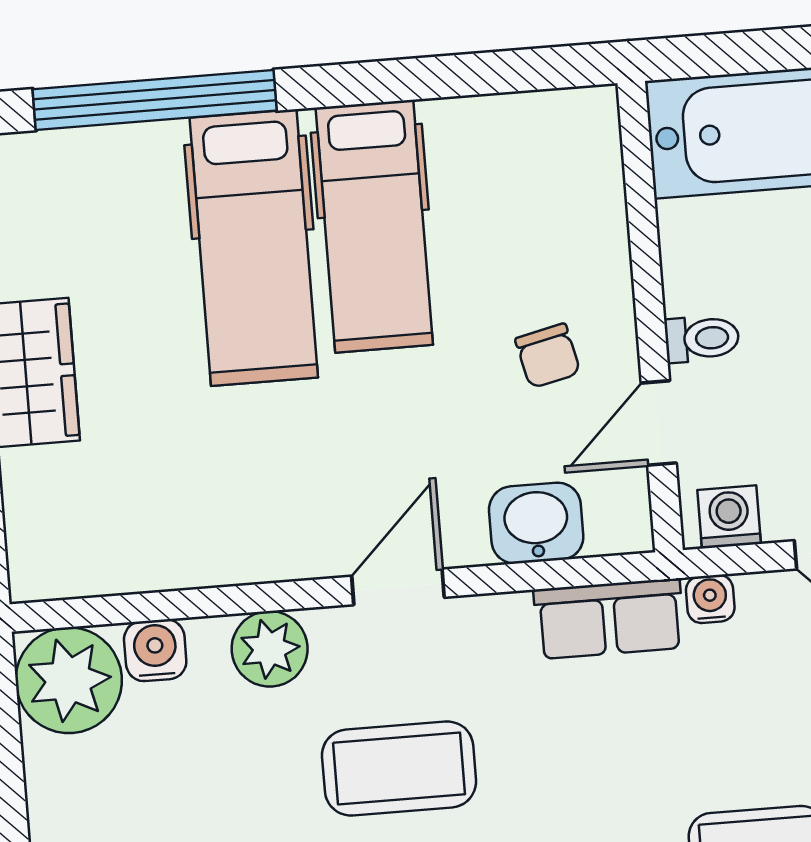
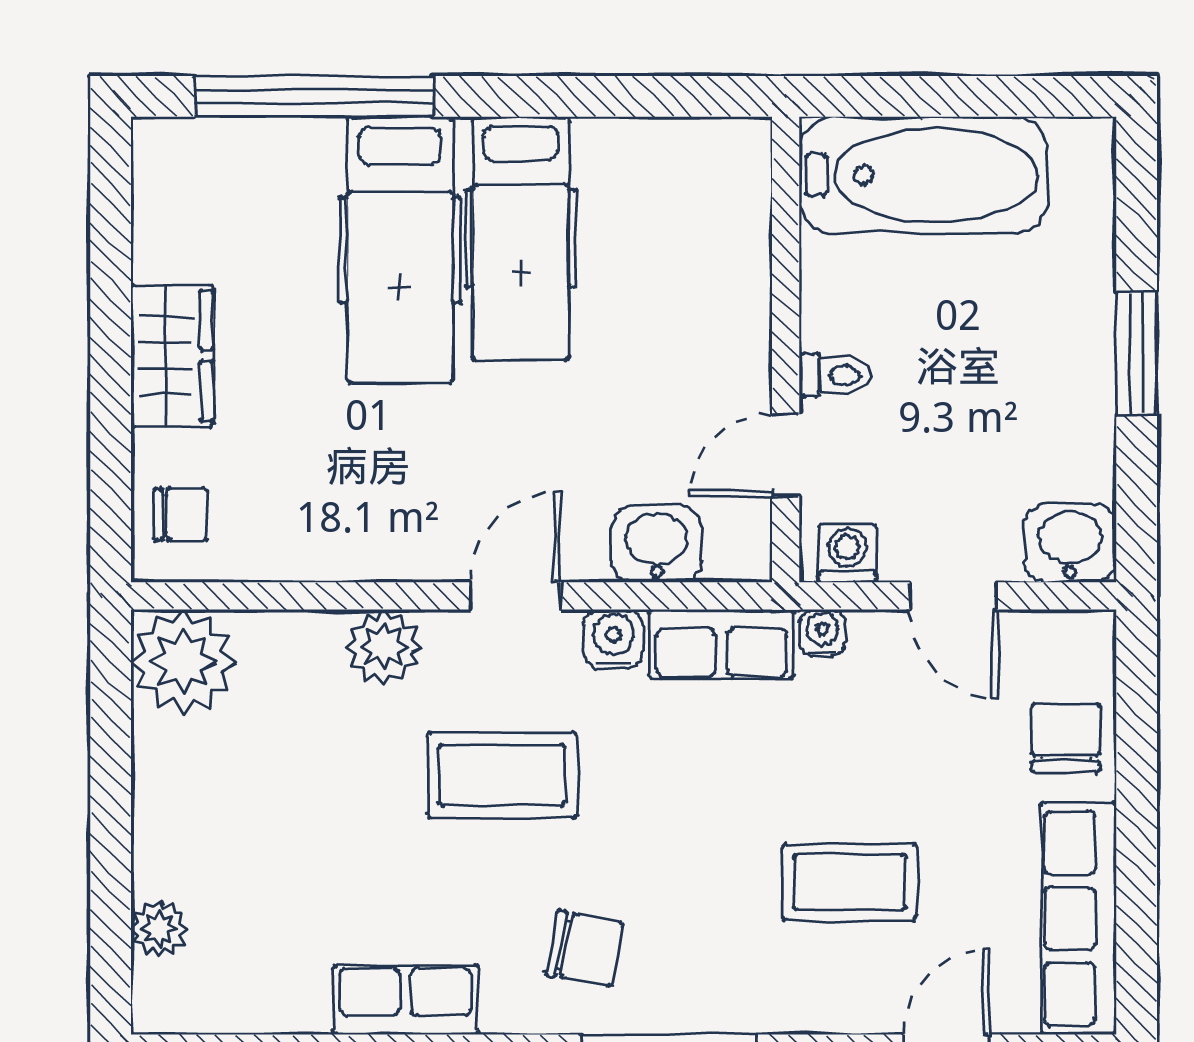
chair: (548, 356) -> (181, 514), moved, turned -77
water cooler: (155, 650) -> (613, 639), moved

